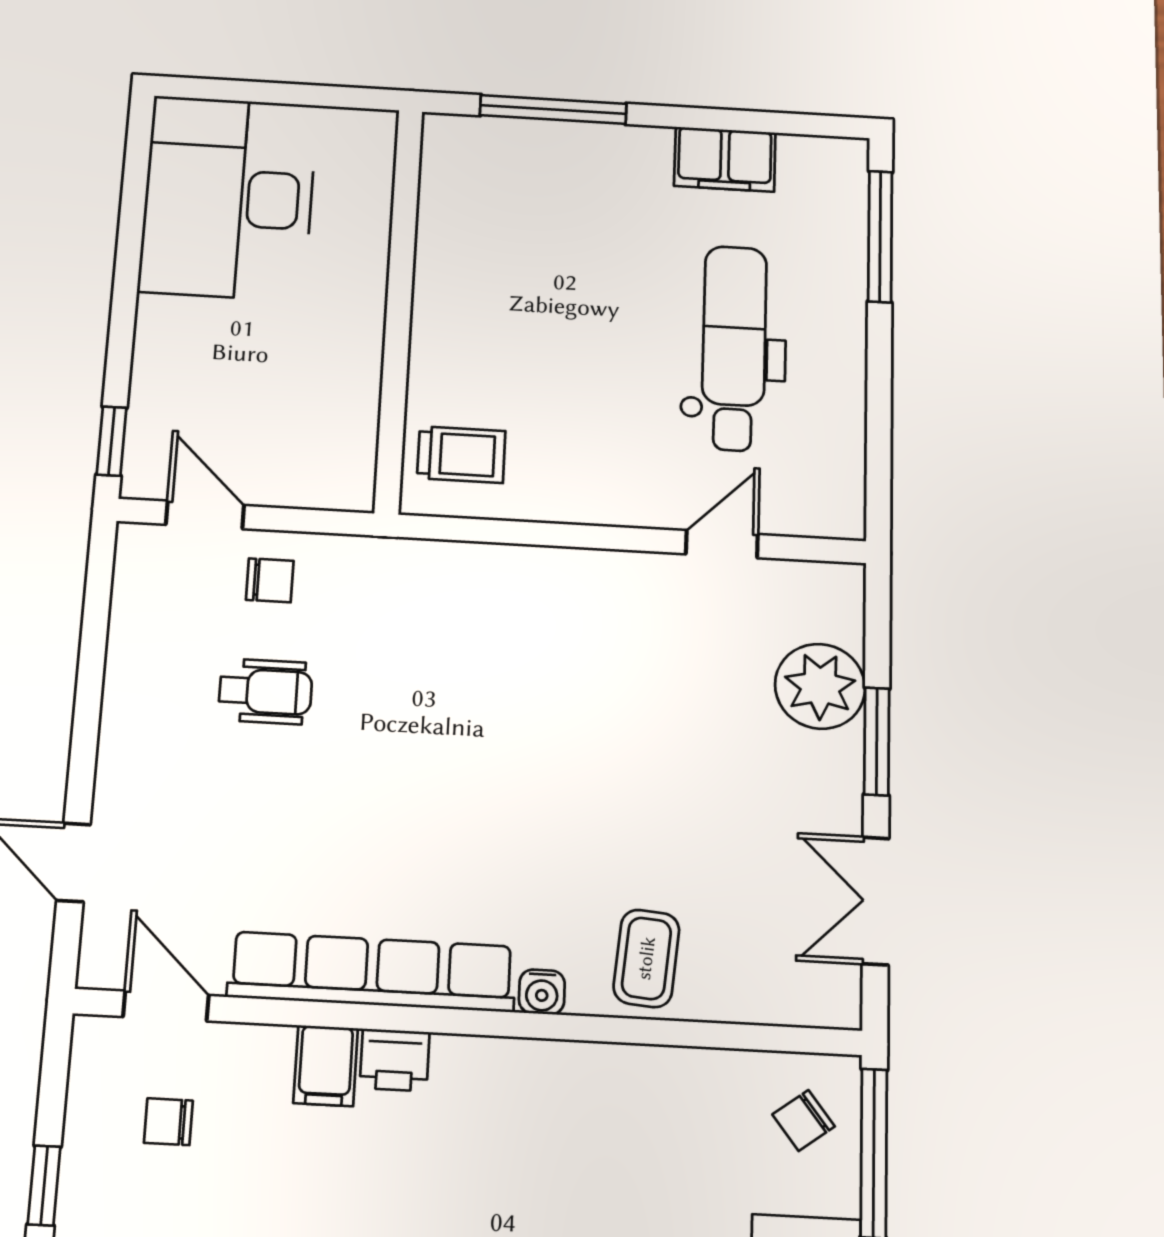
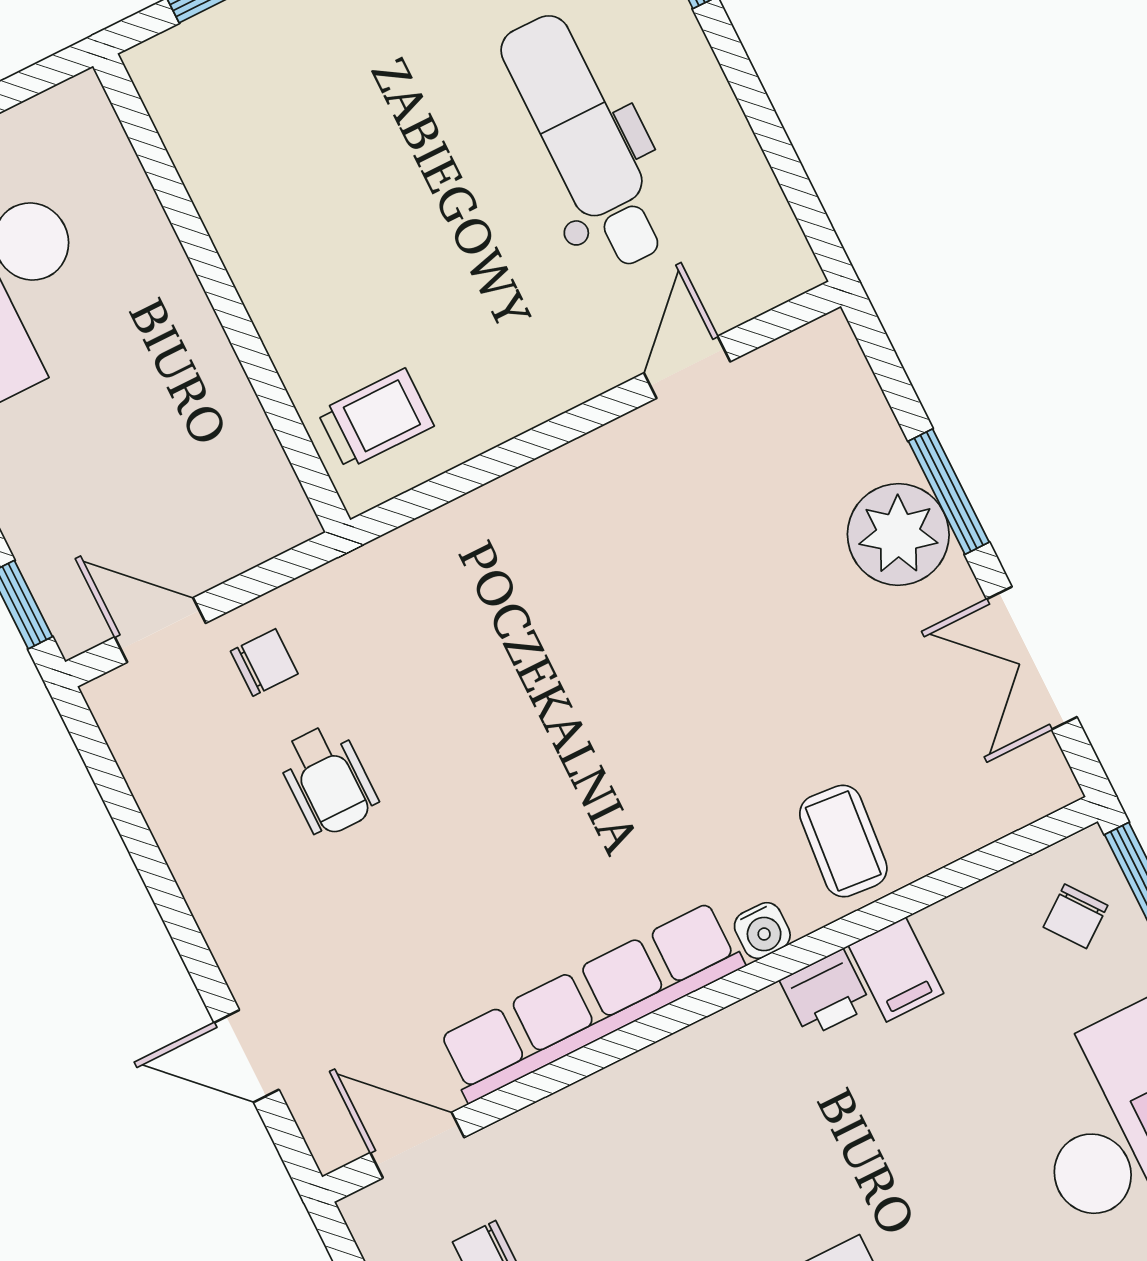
plant: (820, 686) -> (898, 535), moved
wheelchair: (266, 691) -> (328, 780), turned 90
printer: (395, 1060) -> (826, 993), moved
filing cabinet: (326, 1066) -> (896, 969), moved

